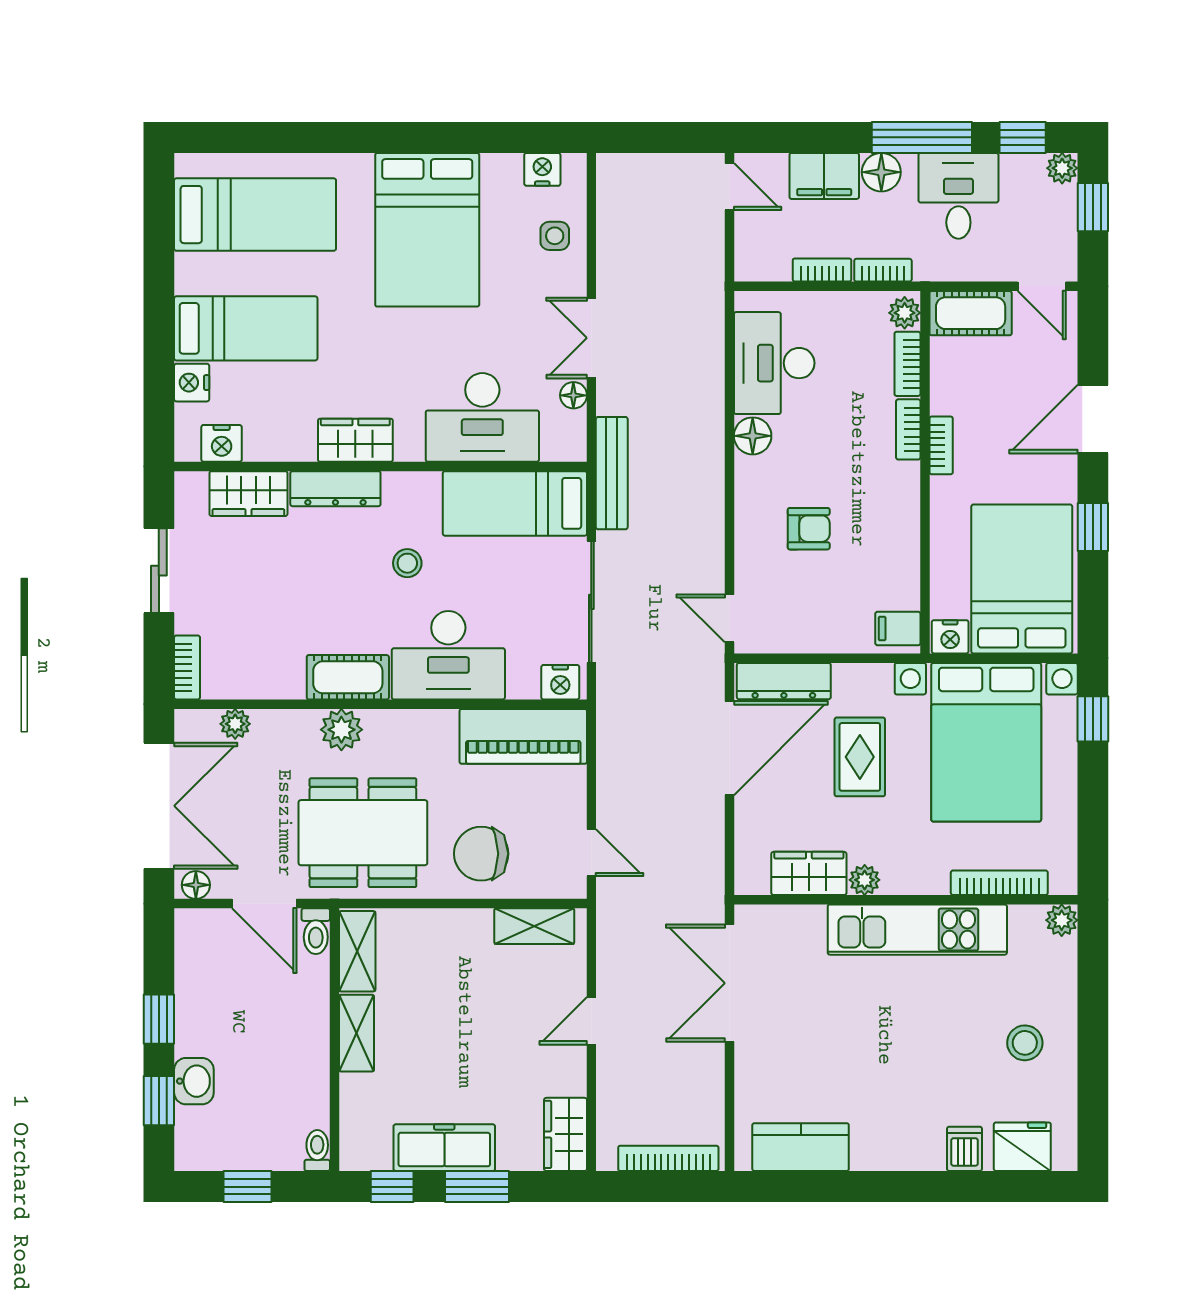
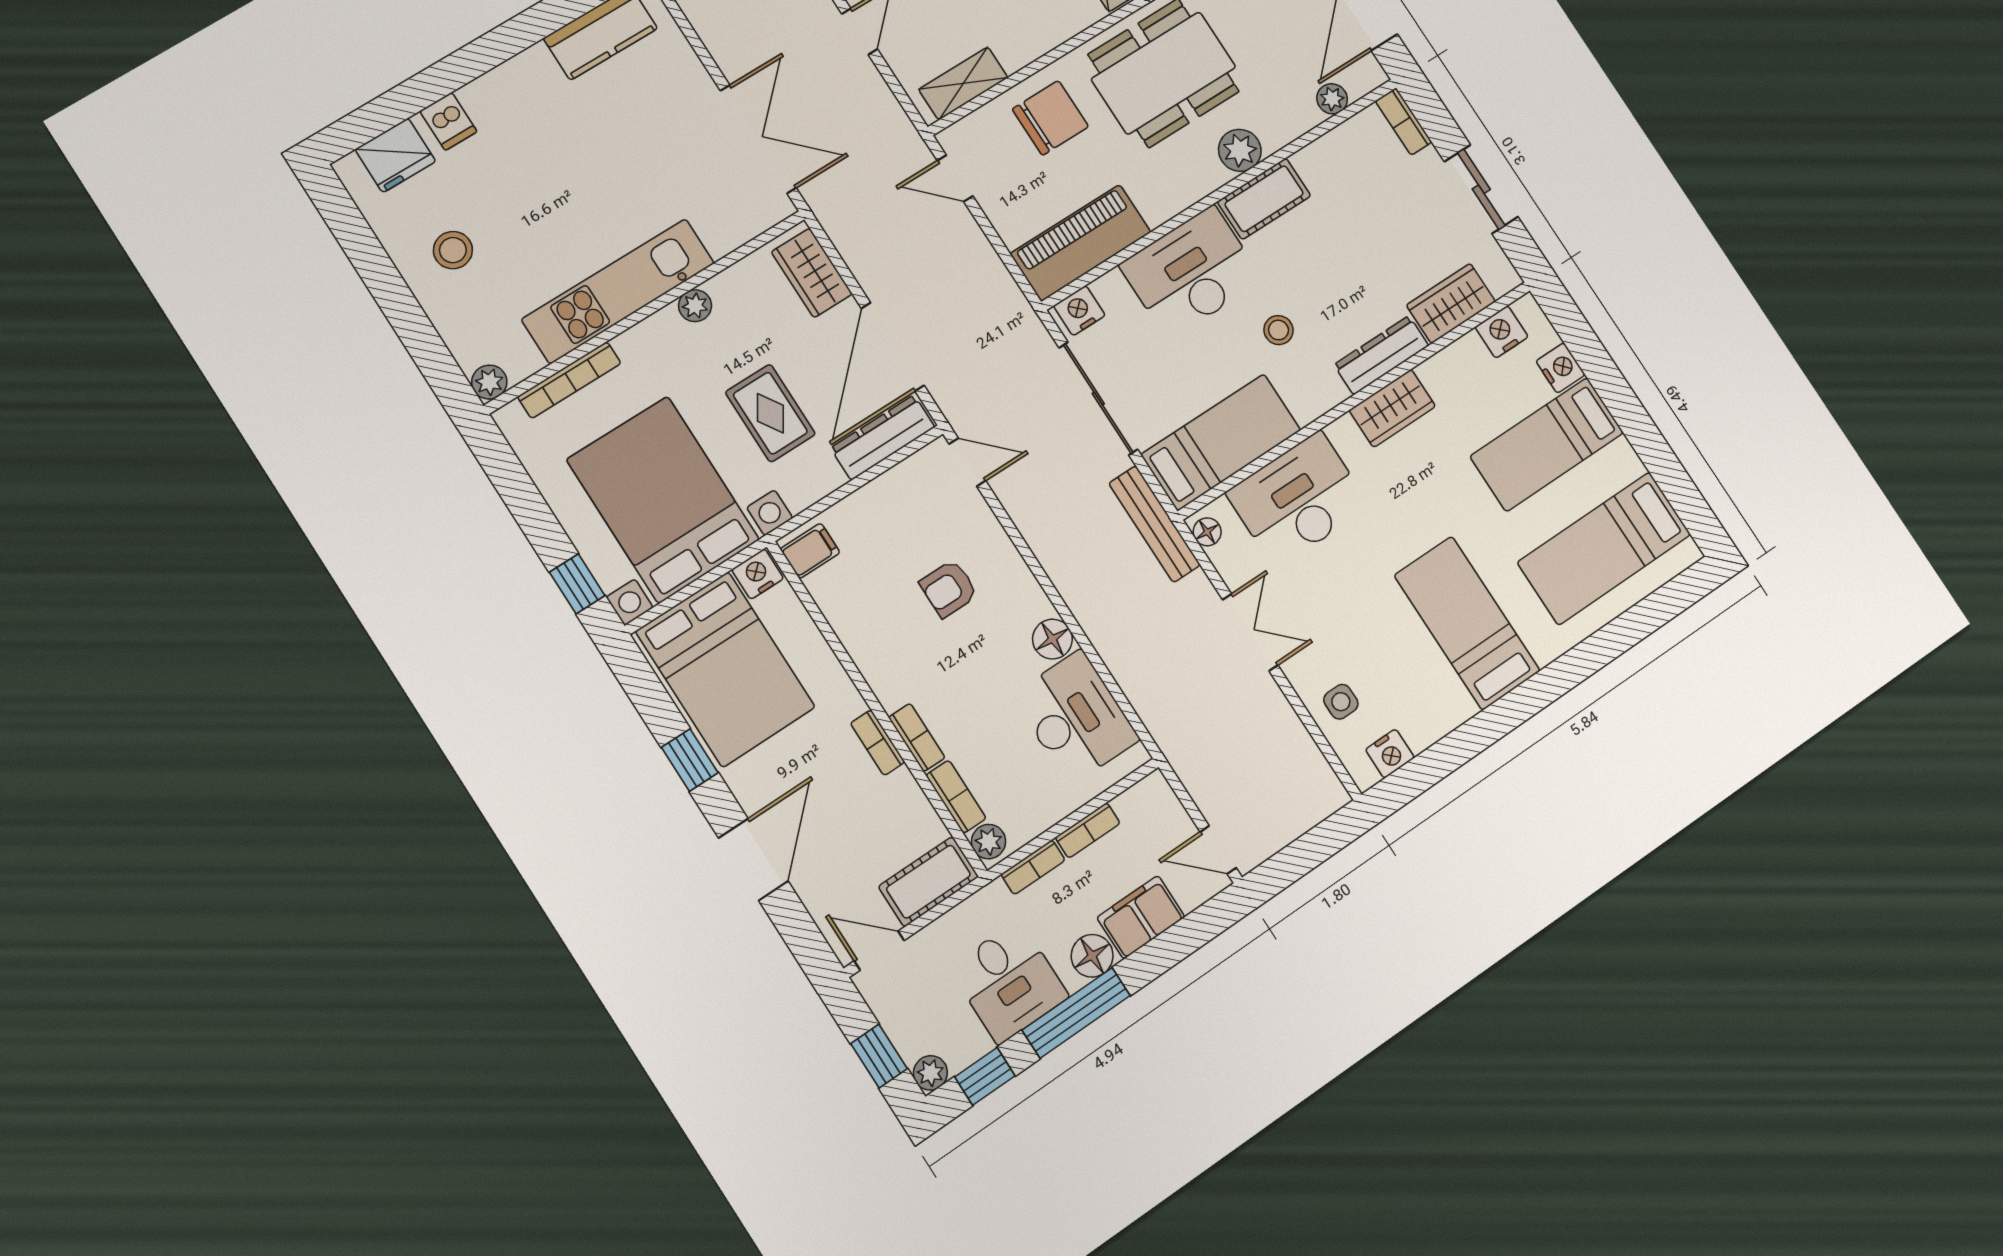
bed: (427, 230) -> (1467, 623), width x0.67
floor lamp: (573, 395) -> (1207, 532), moved
wardrobe: (809, 873) -> (812, 273), moved, turned 90

